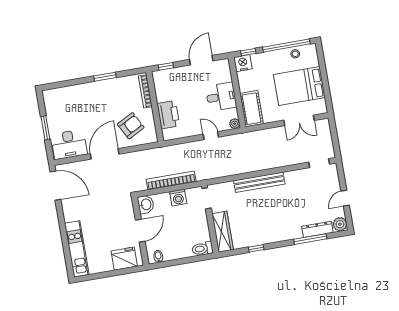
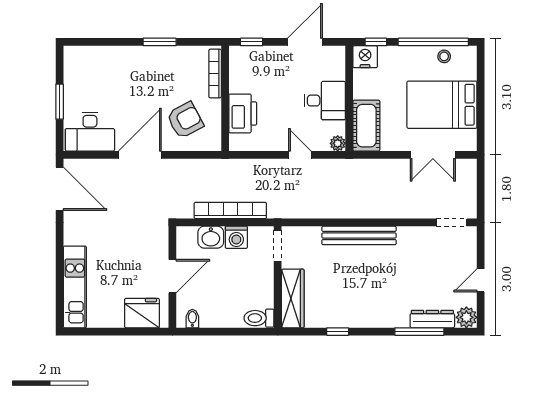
washbasin: (146, 204) -> (211, 237), moved, turned 90

